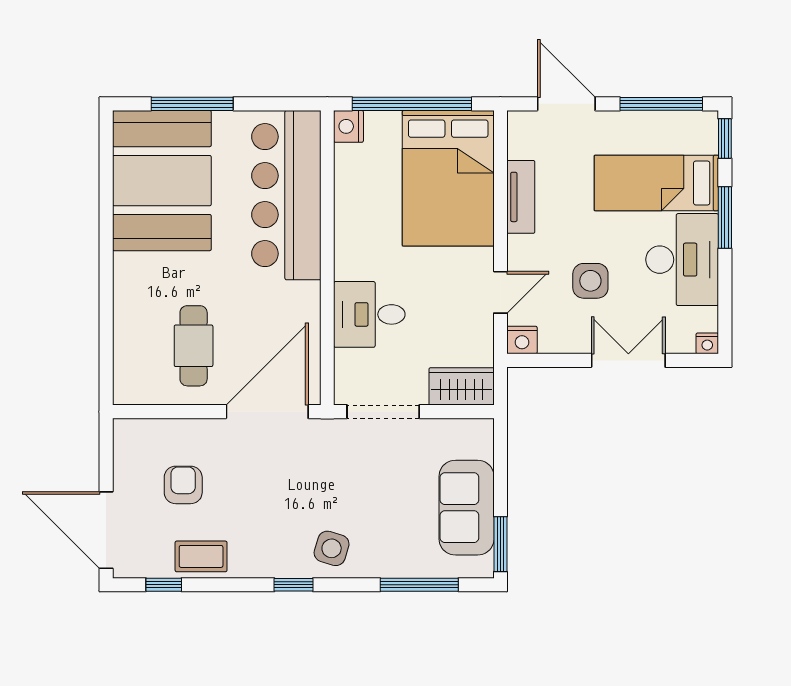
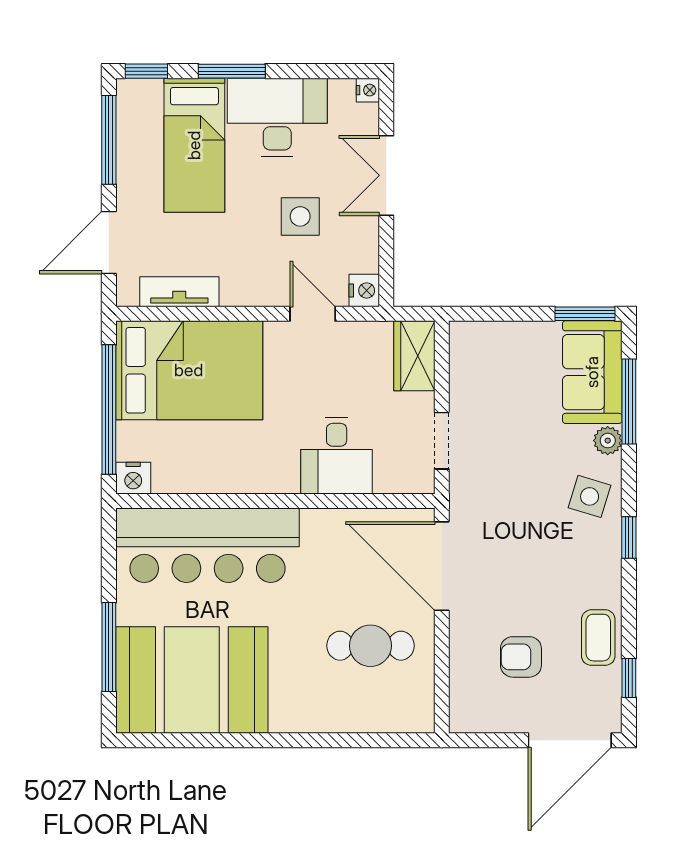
tv unit: (521, 197) -> (179, 292), moved
doorway: (383, 412) -> (442, 441), width x0.73
sofa: (467, 508) -> (592, 372), moved, turned 90
plant: (383, 565) -> (608, 441), added

